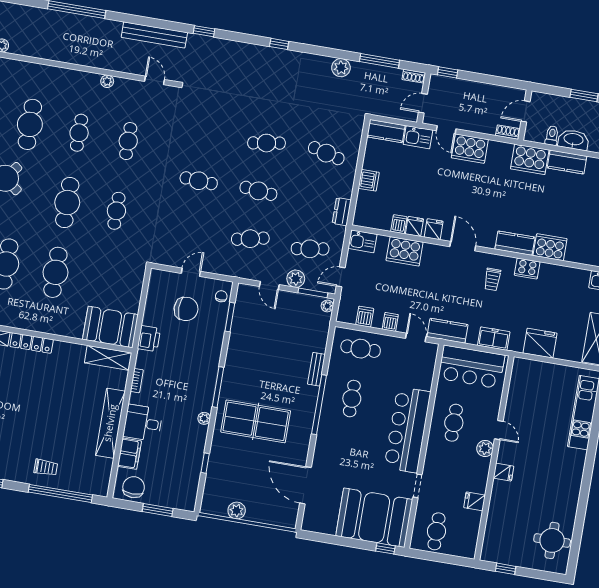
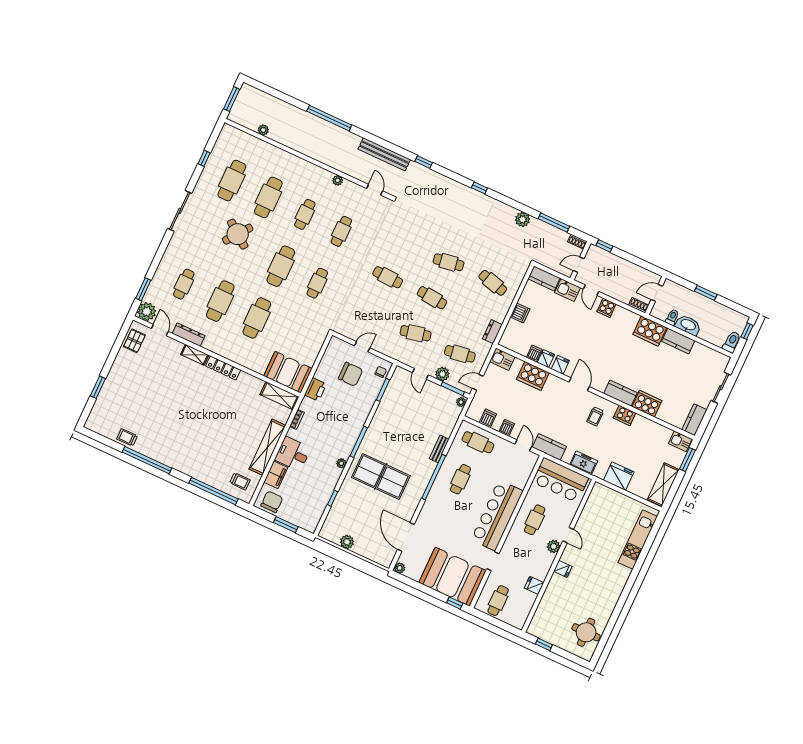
cooker: (470, 149) -> (606, 308), width x0.53, depth x0.76
trolley: (46, 467) -> (240, 481), moved
plant: (308, 525) -> (400, 568), added

